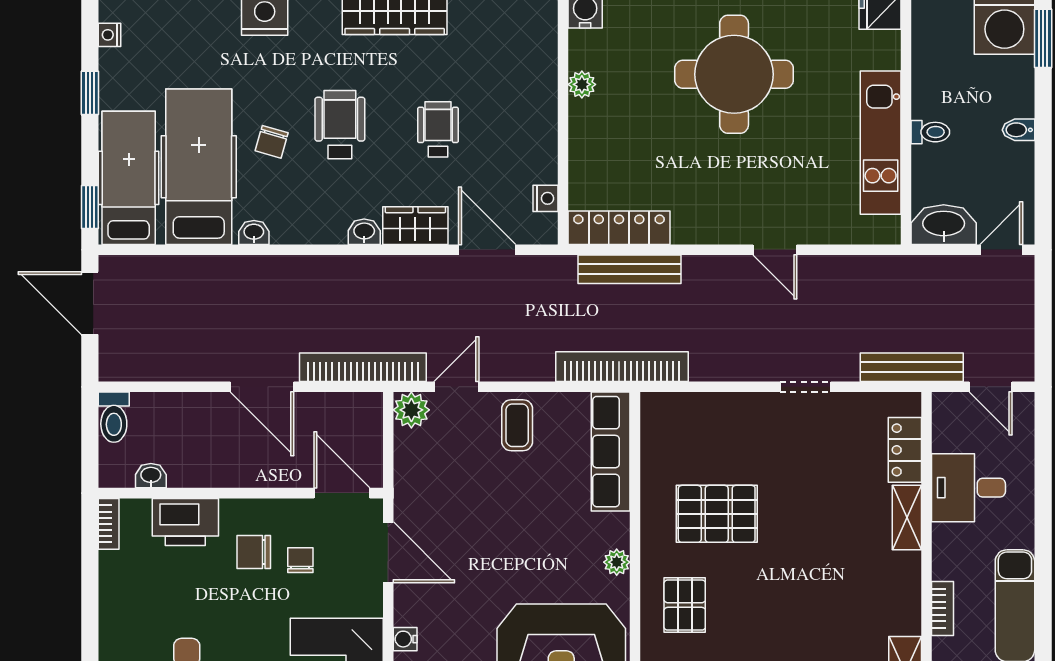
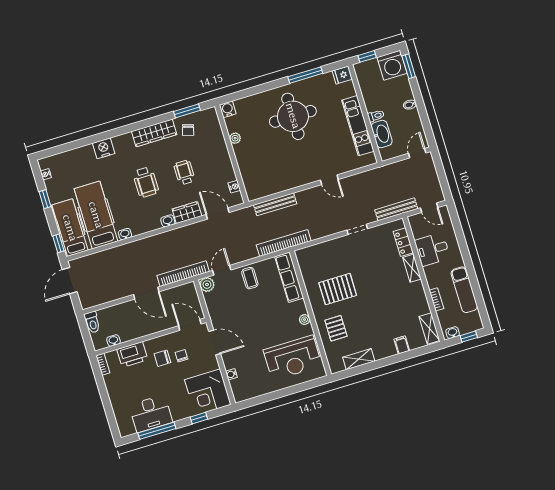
wheelchair: (340, 125) -> (146, 182), turned 180
chair: (272, 142) -> (188, 130), moved
washbasin: (944, 225) -> (382, 134), moved, turned 90
locker: (619, 228) -> (266, 189), removed
door: (90, 303) -> (70, 281), hinge flipped

